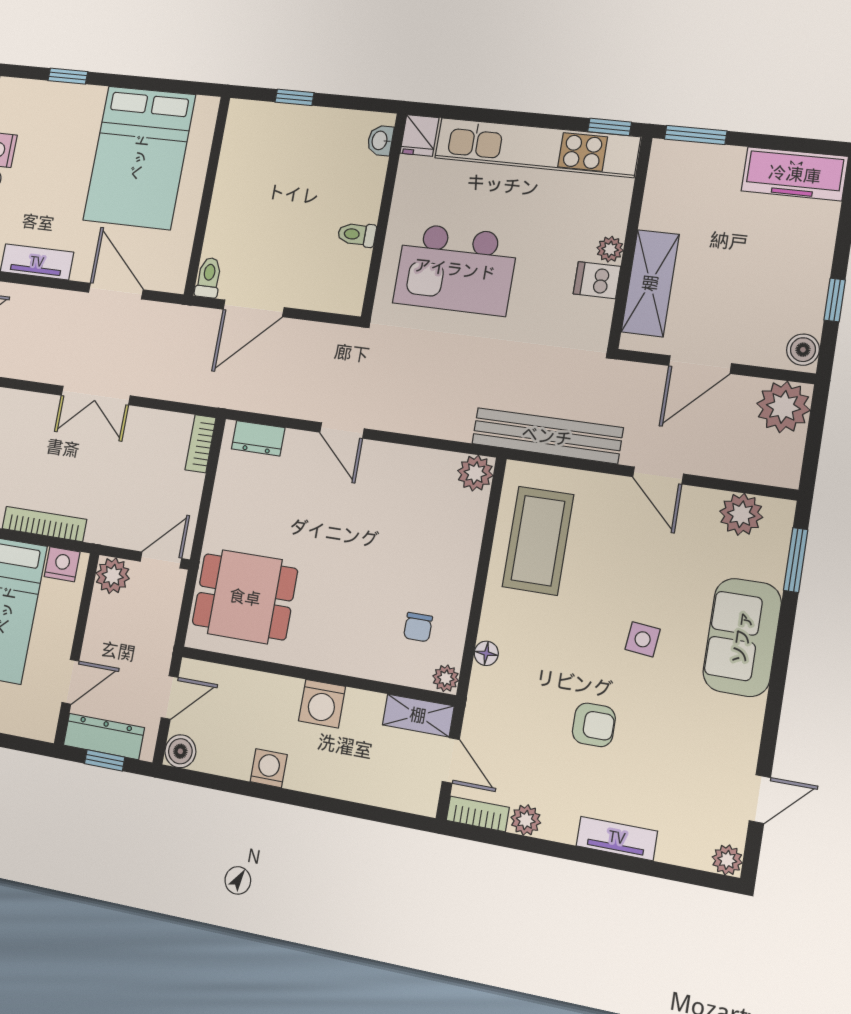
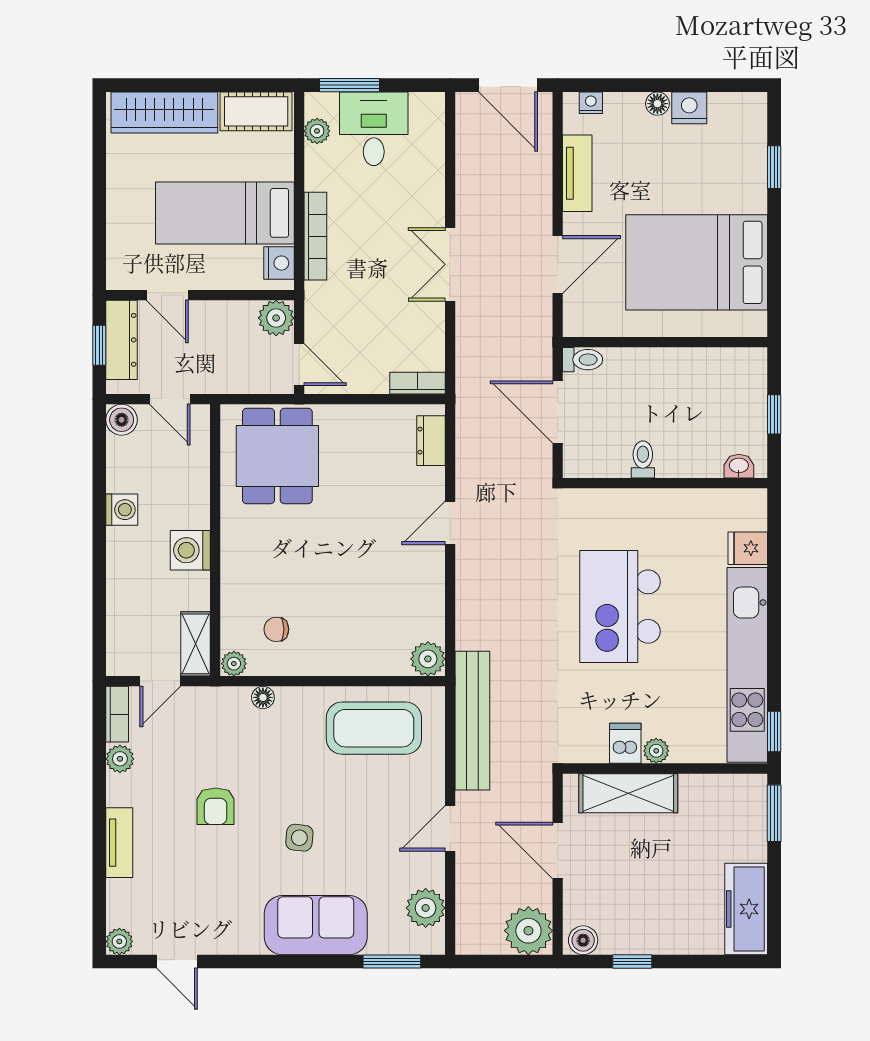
washbasin: (380, 140) -> (739, 466), moved
wall: (384, 215) -> (665, 483), moved
toilet: (357, 235) -> (643, 459), moved

